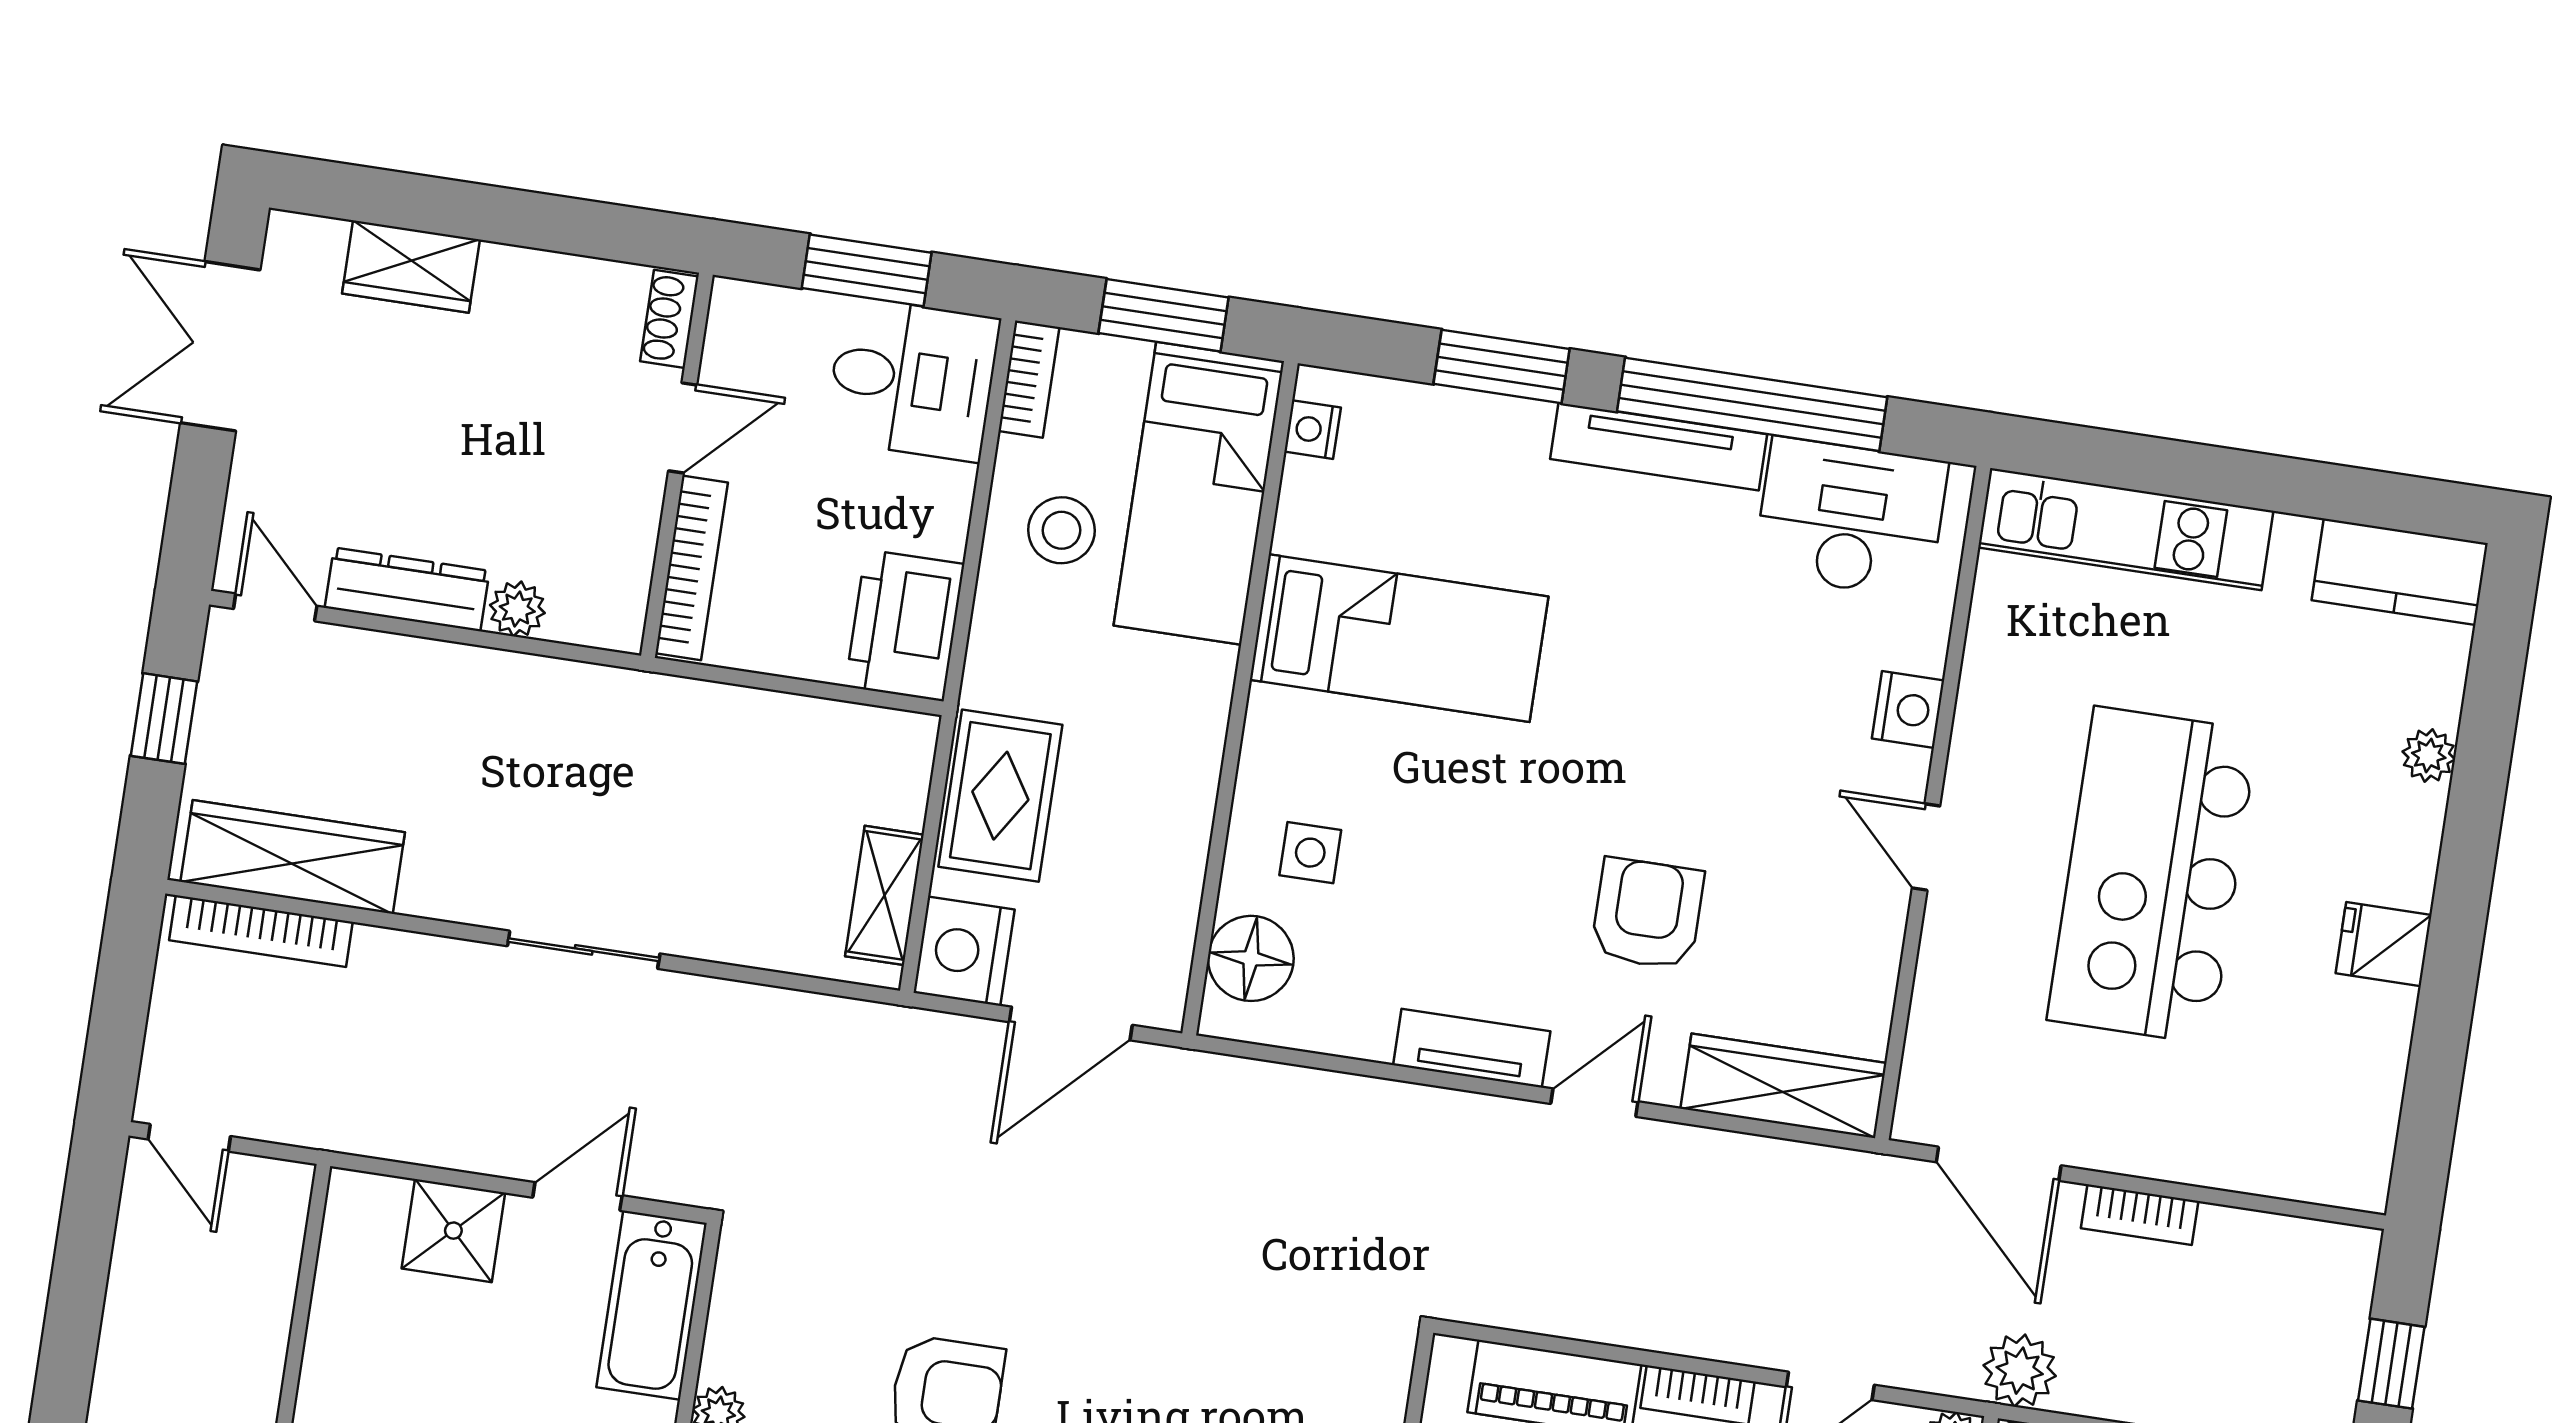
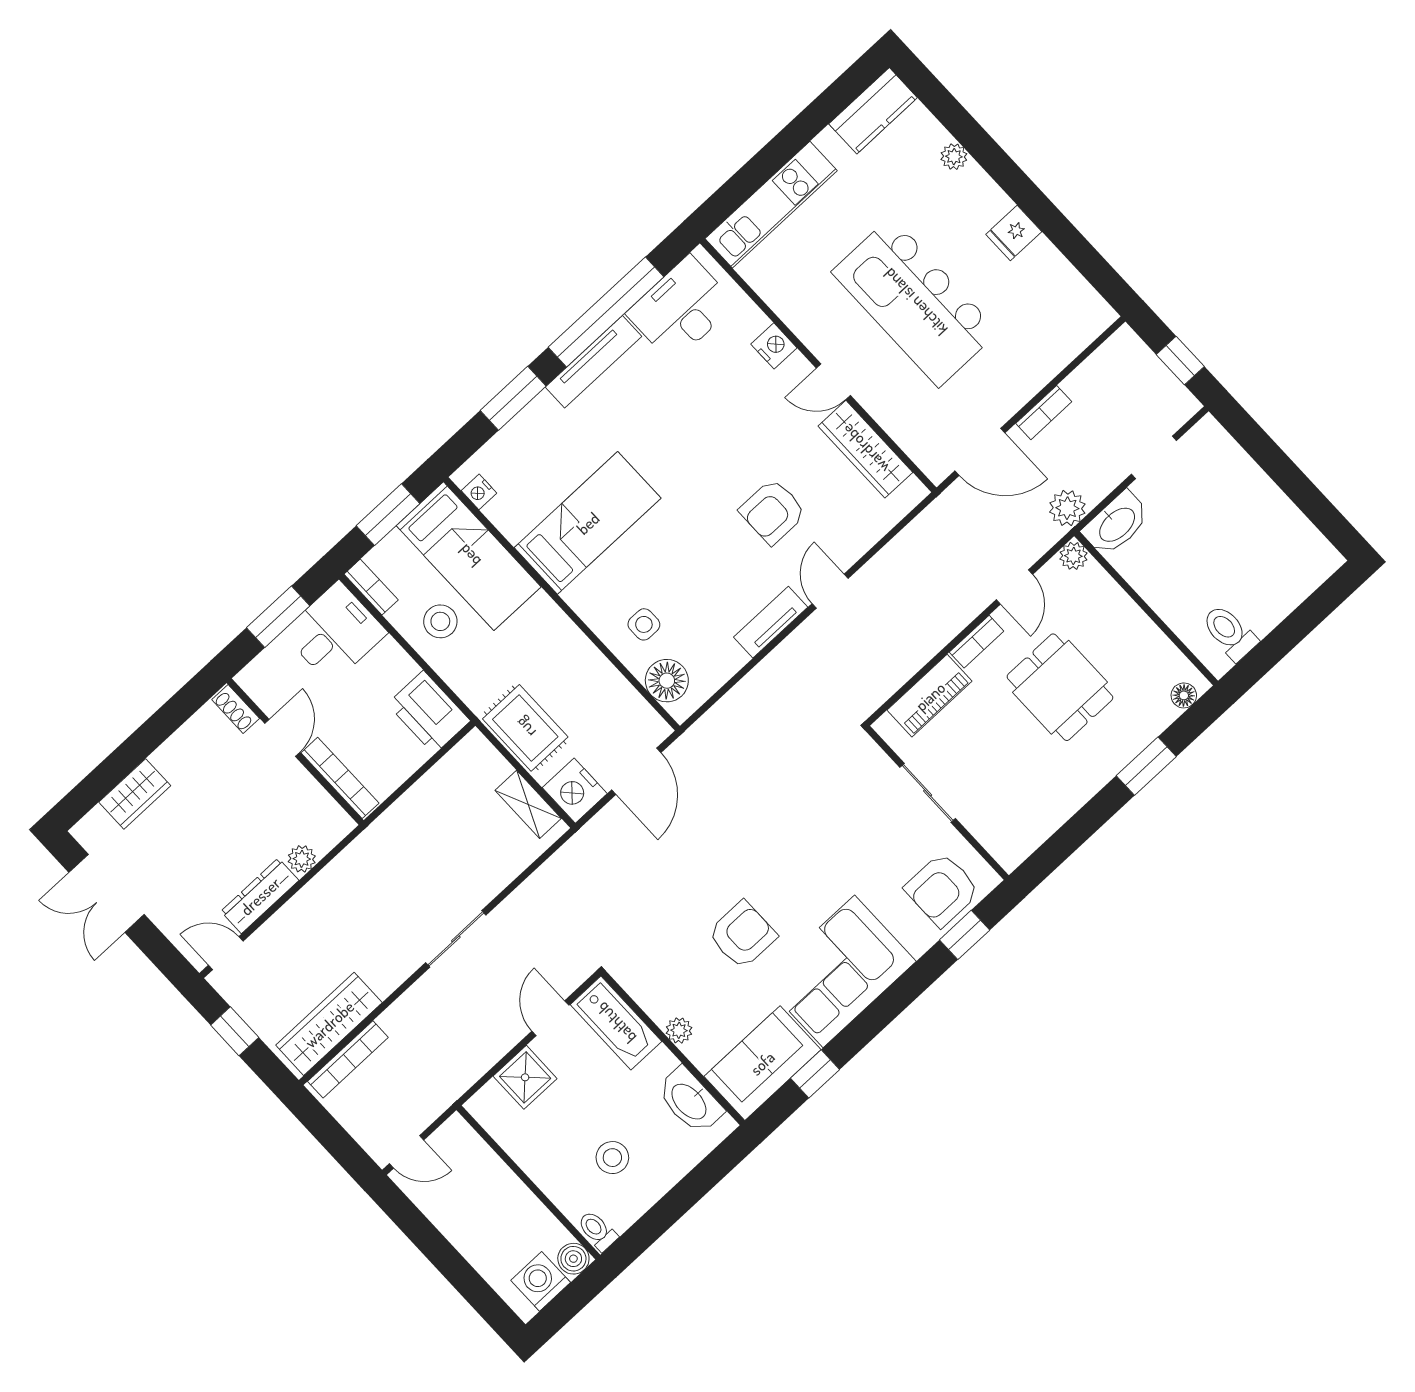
armchair: (1647, 914) -> (773, 512), turned -90
wardrobe: (1783, 1086) -> (865, 449), moved, turned -90

